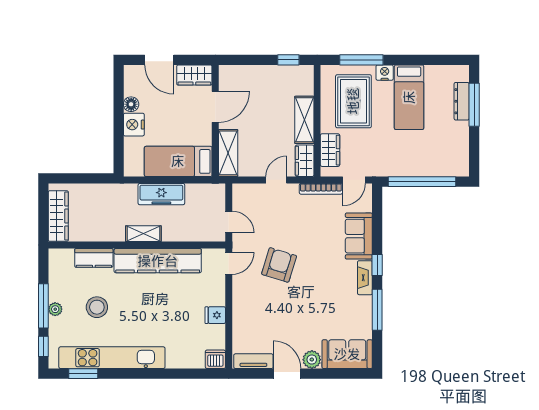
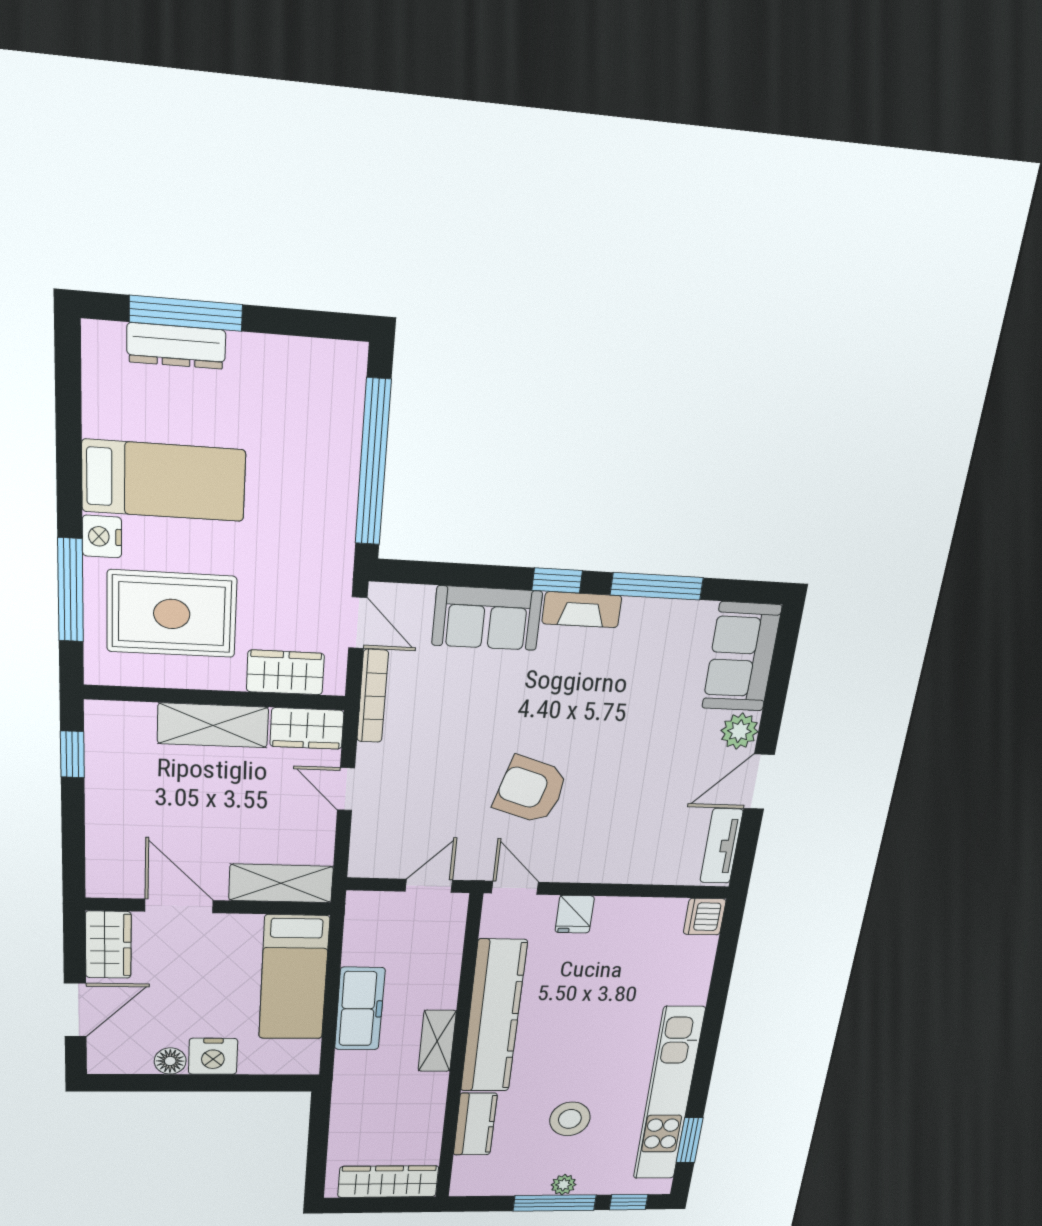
fridge: (215, 315) -> (575, 914), moved

